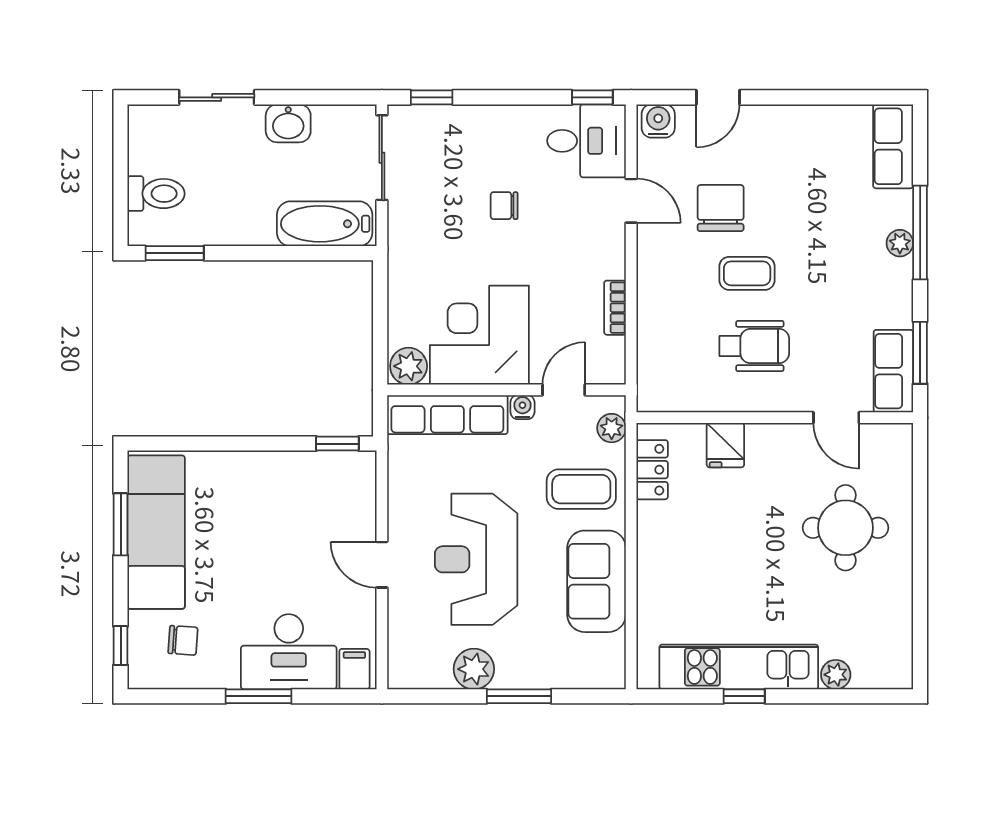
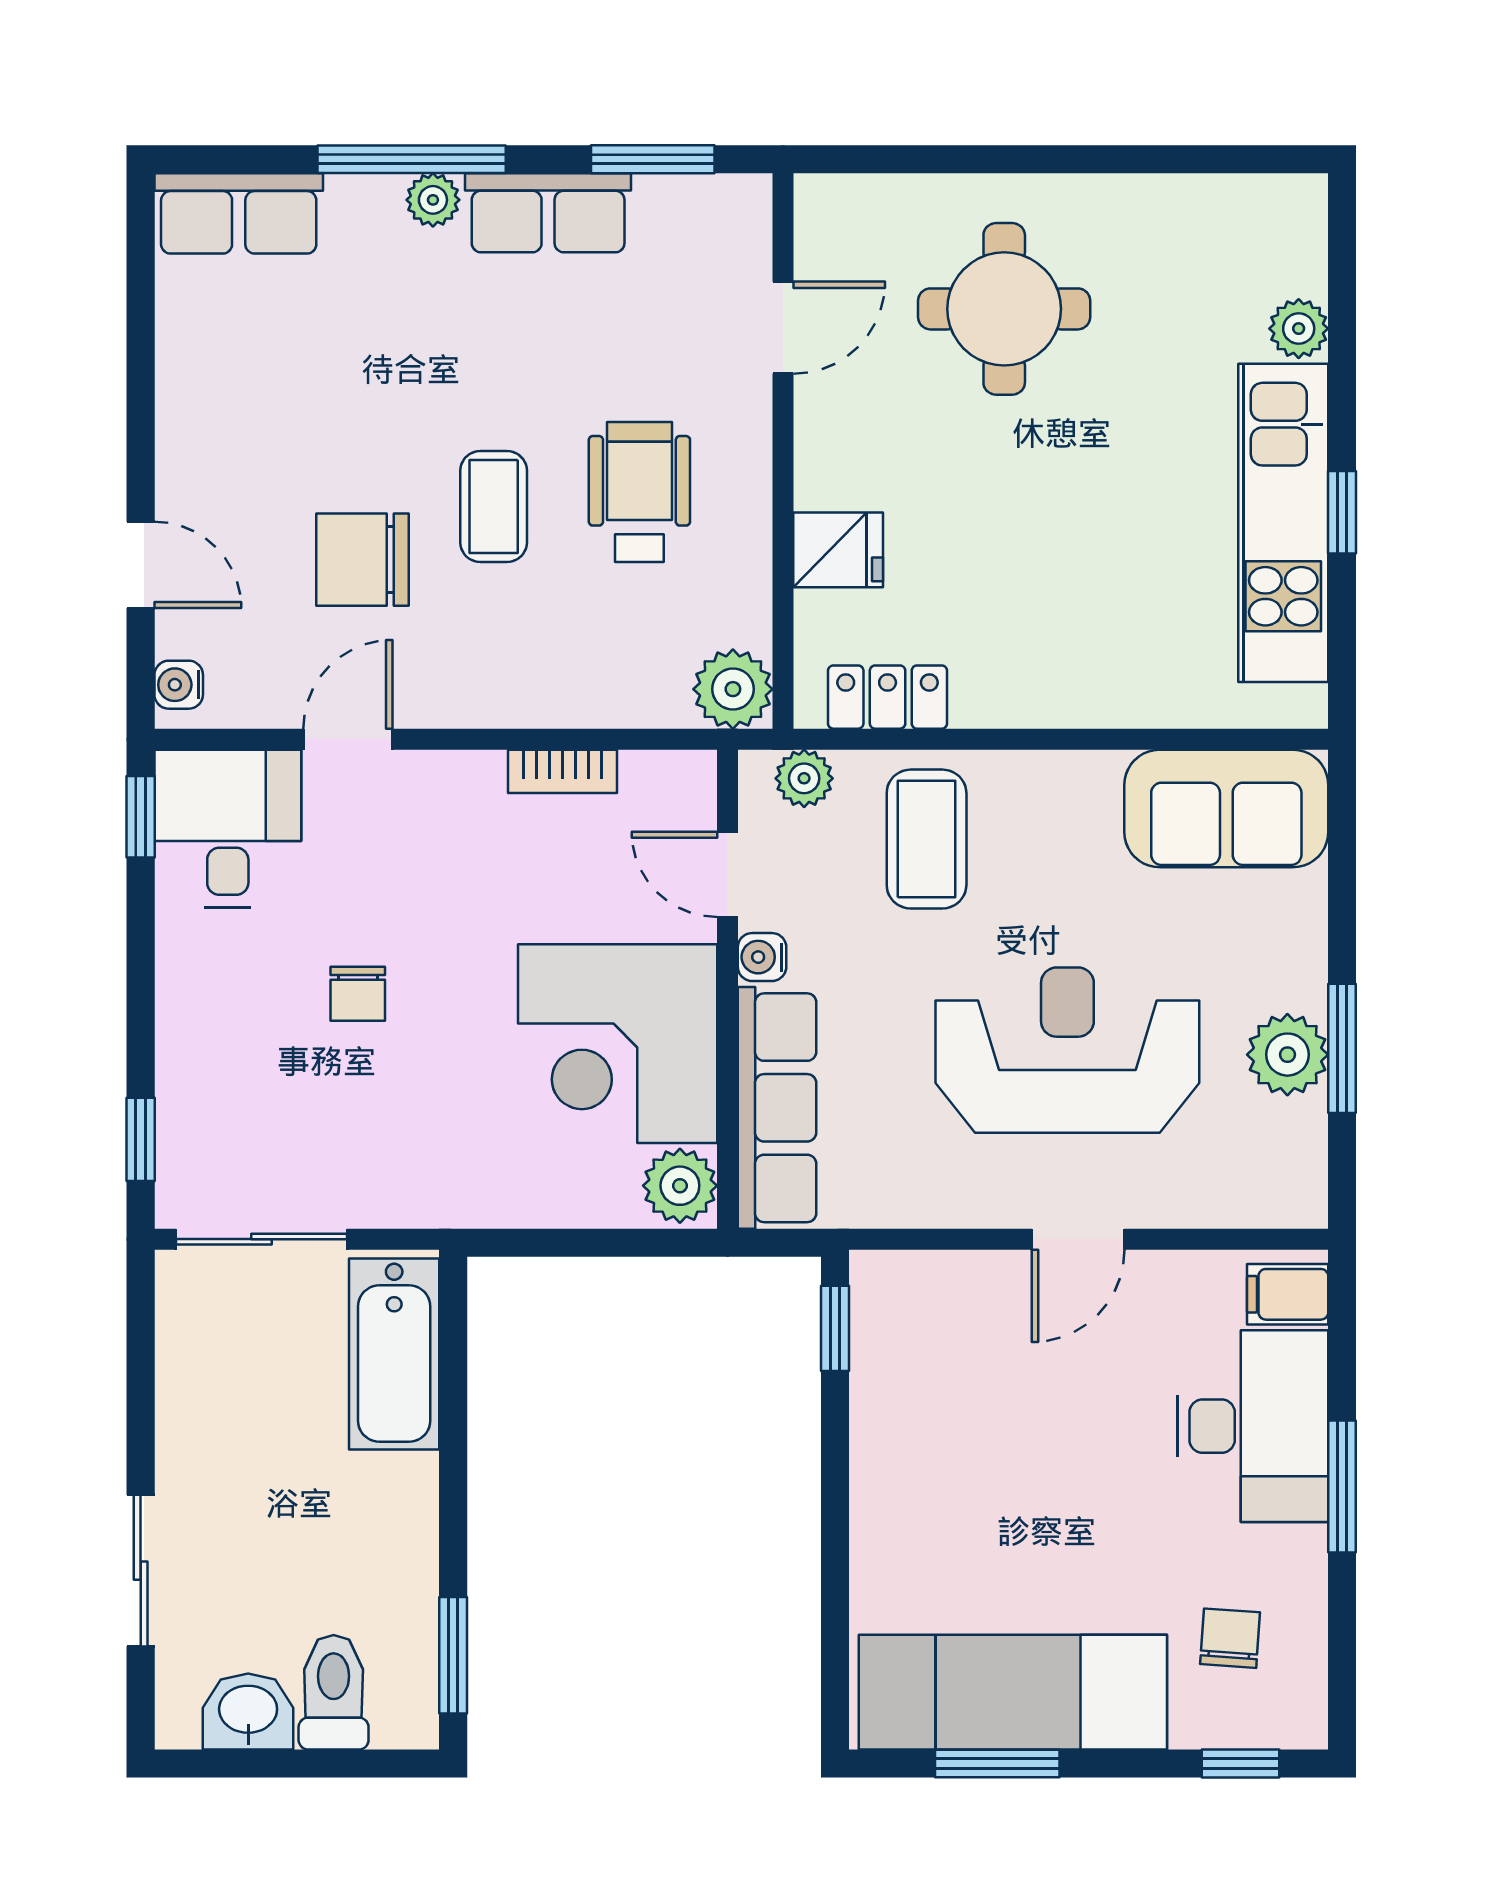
water cooler: (658, 121) -> (179, 685), width x0.72, depth x0.72
washbasin: (288, 123) -> (248, 1711), moved, turned -90
row of seats: (893, 371) -> (548, 213), moved
plant: (656, 393) -> (733, 689), added
reception desk: (476, 559) -> (1067, 1050), turned 180
sofa: (597, 581) -> (1226, 809), moved
window: (519, 696) -> (1342, 1048), moved

